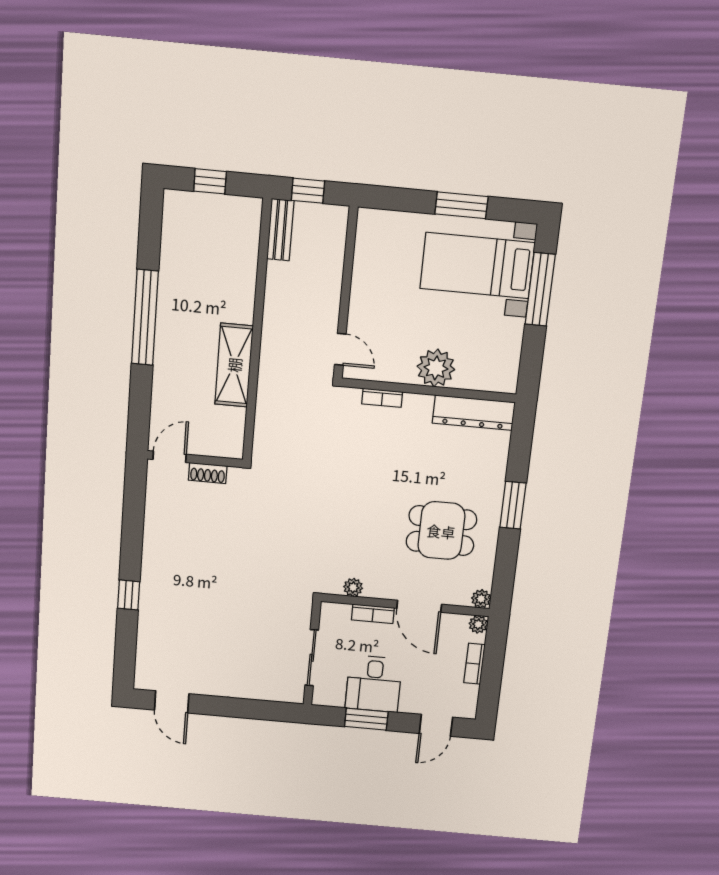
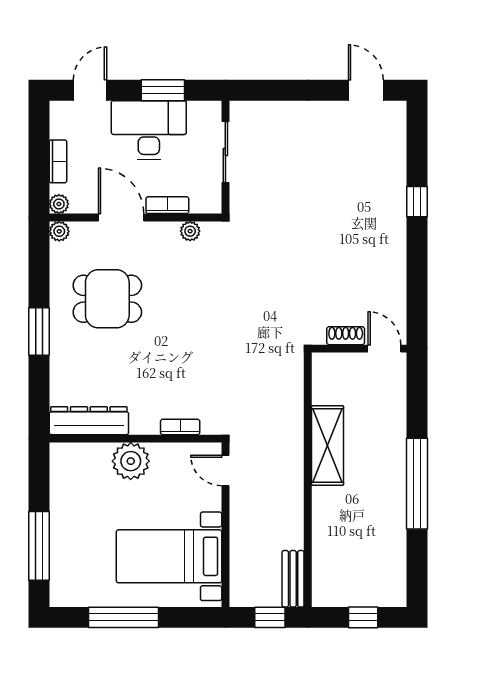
window: (461, 205) -> (123, 617), width x1.44
bed with nightstands: (477, 266) -> (169, 556), moved, turned 180
door: (170, 457) -> (384, 349), swing flipped
desk: (374, 684) -> (149, 130), width x1.37

